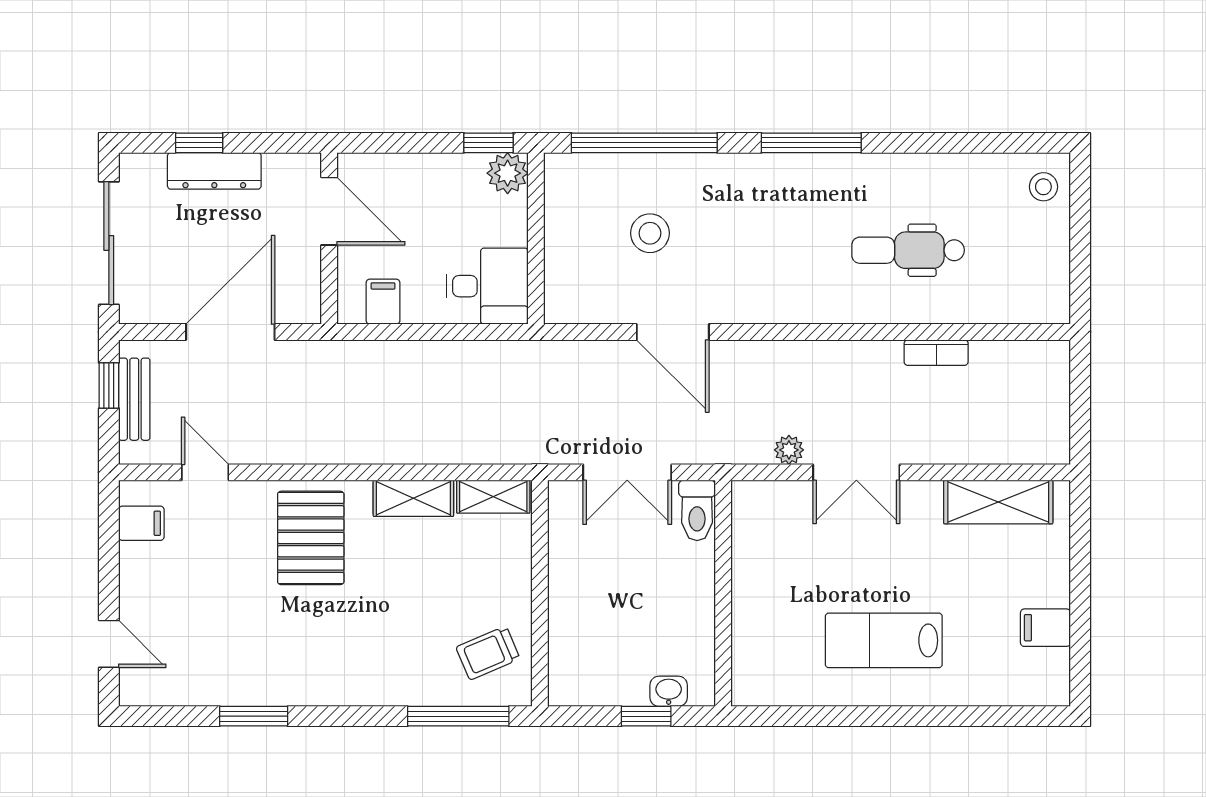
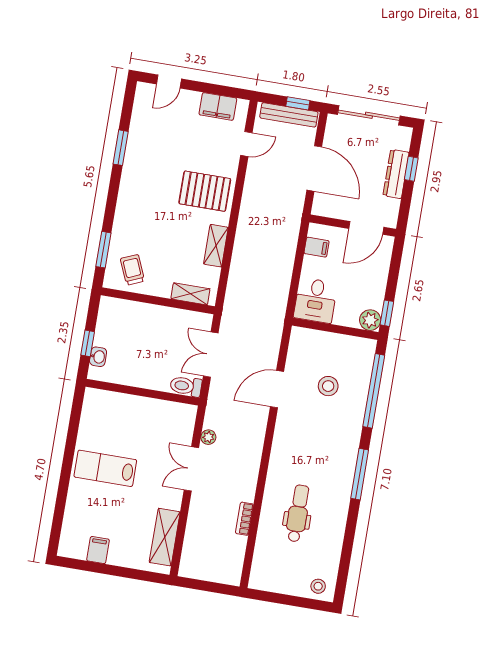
bench: (134, 399) -> (289, 115), width x1.36
shelving: (493, 497) -> (190, 294), moved, turned 90
filing cabinet: (141, 523) -> (218, 106), width x2.00
lab bench: (884, 640) -> (105, 468), turned -90
window: (458, 716) -> (103, 250), width x0.69

